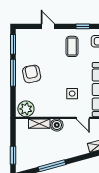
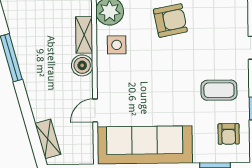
side table: (72, 94) -> (117, 45), moved

